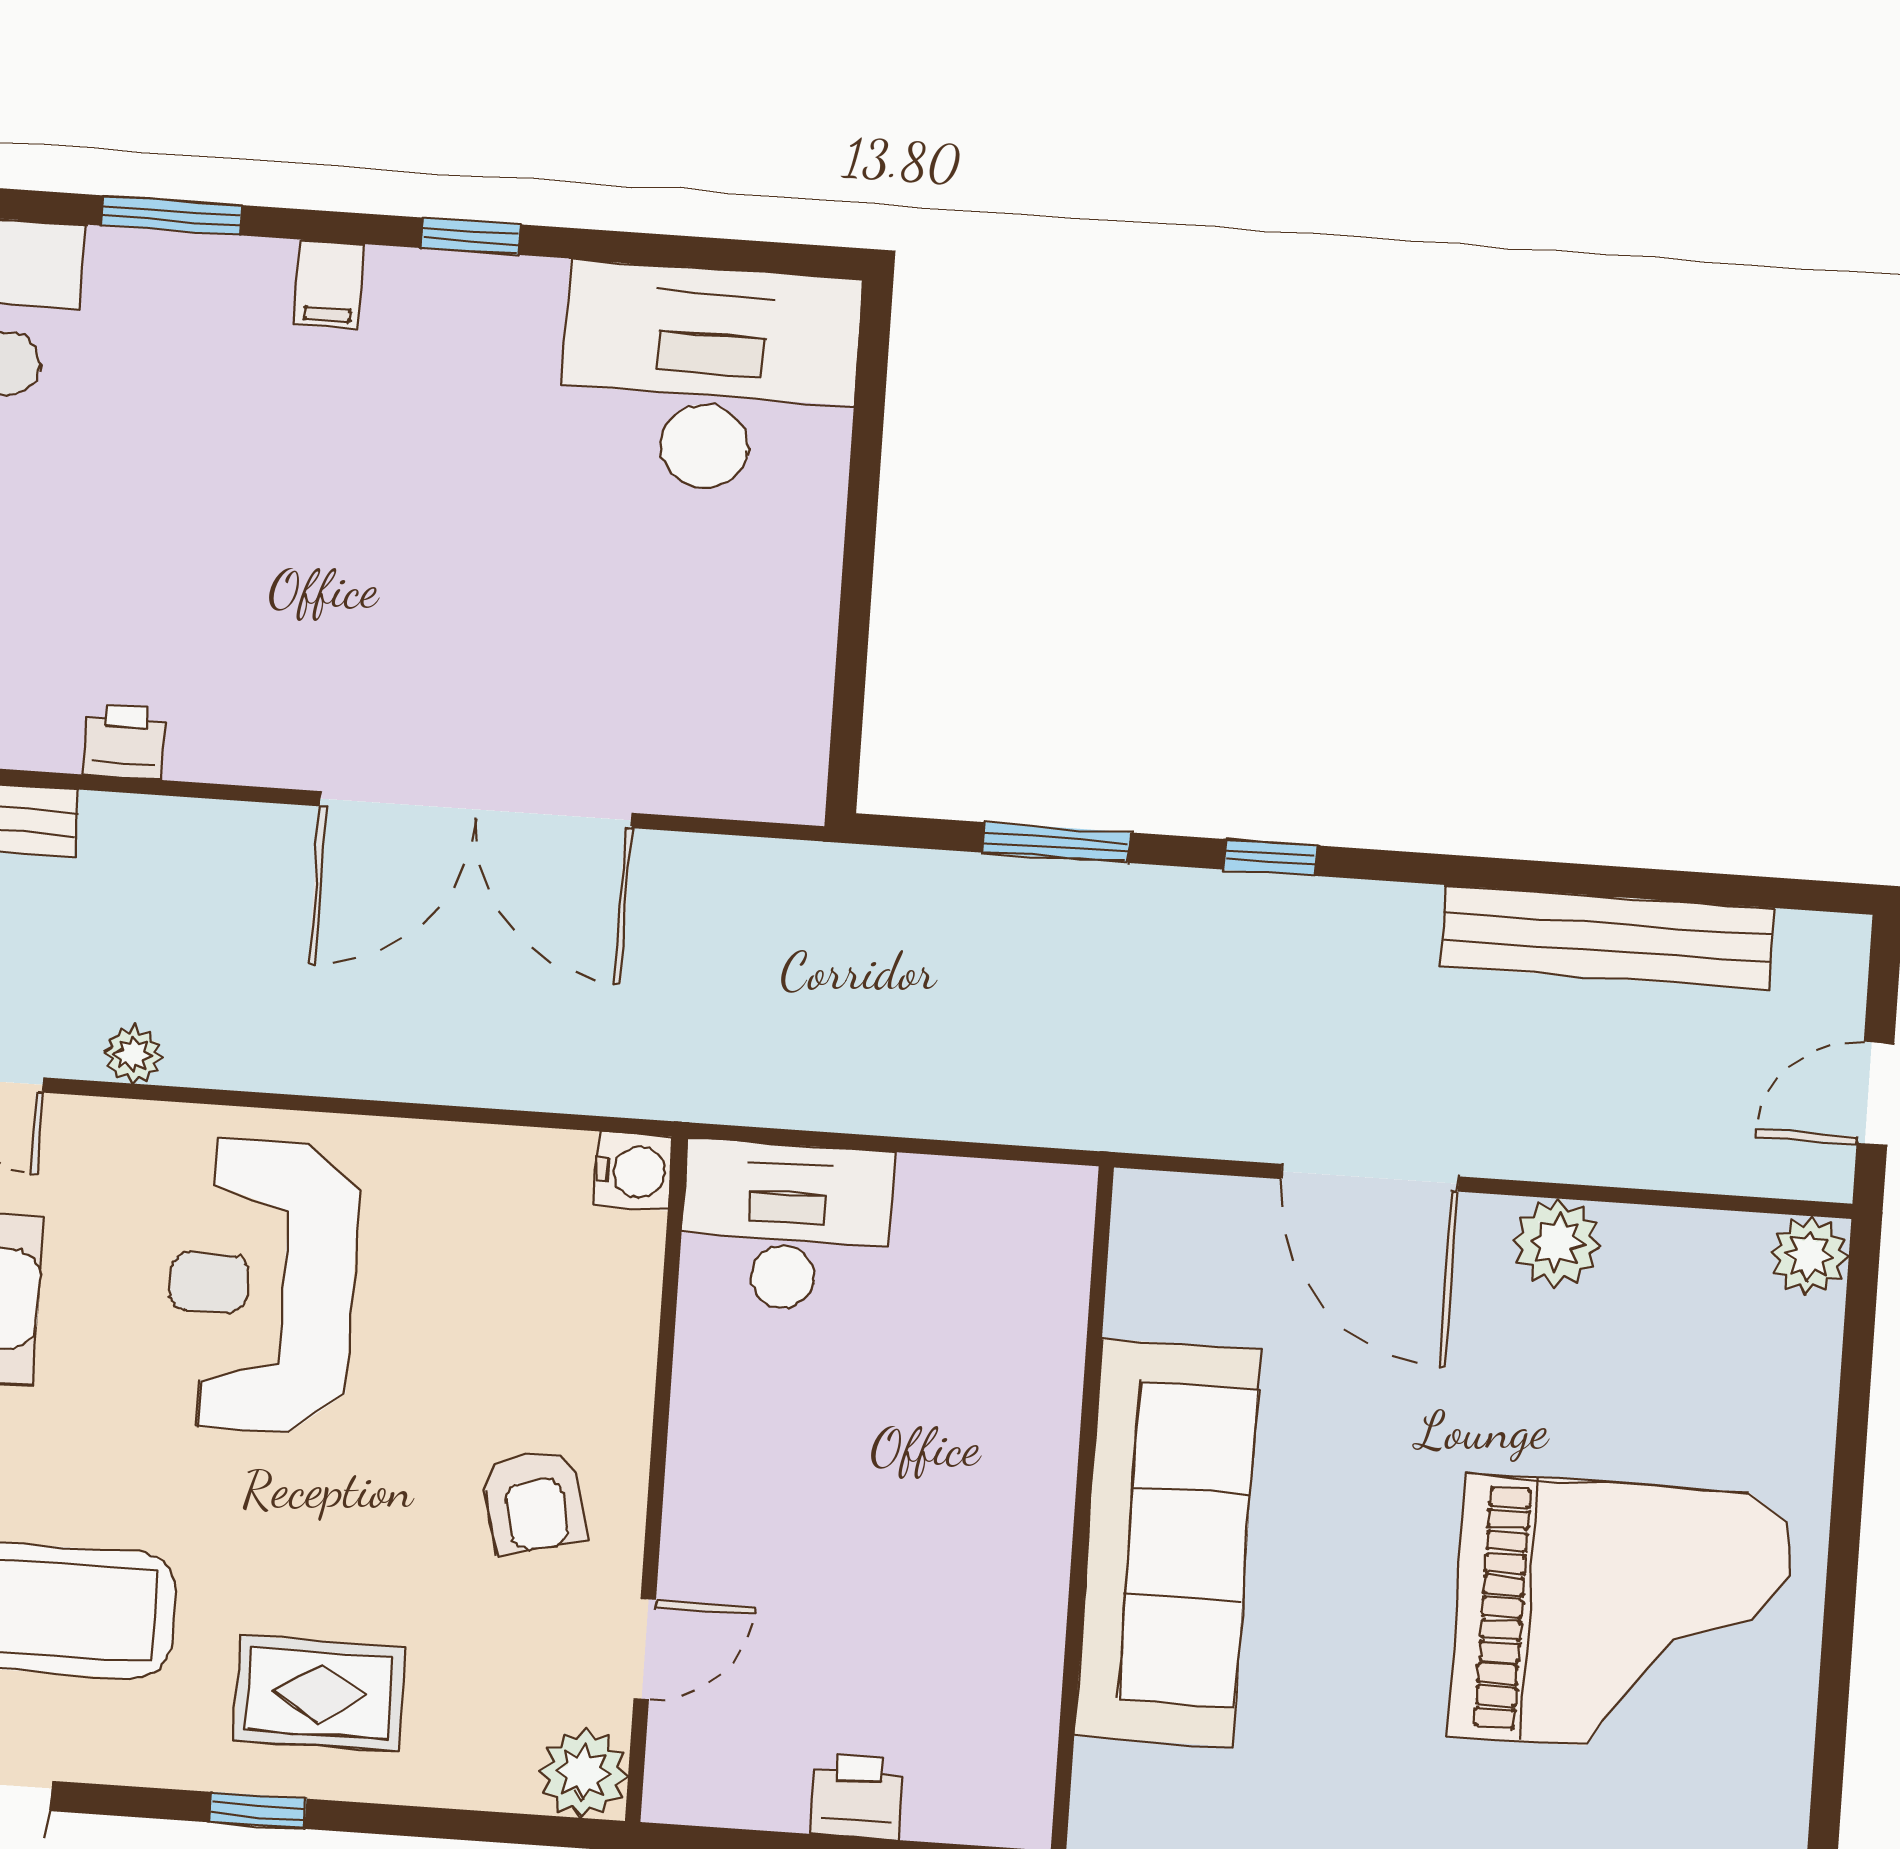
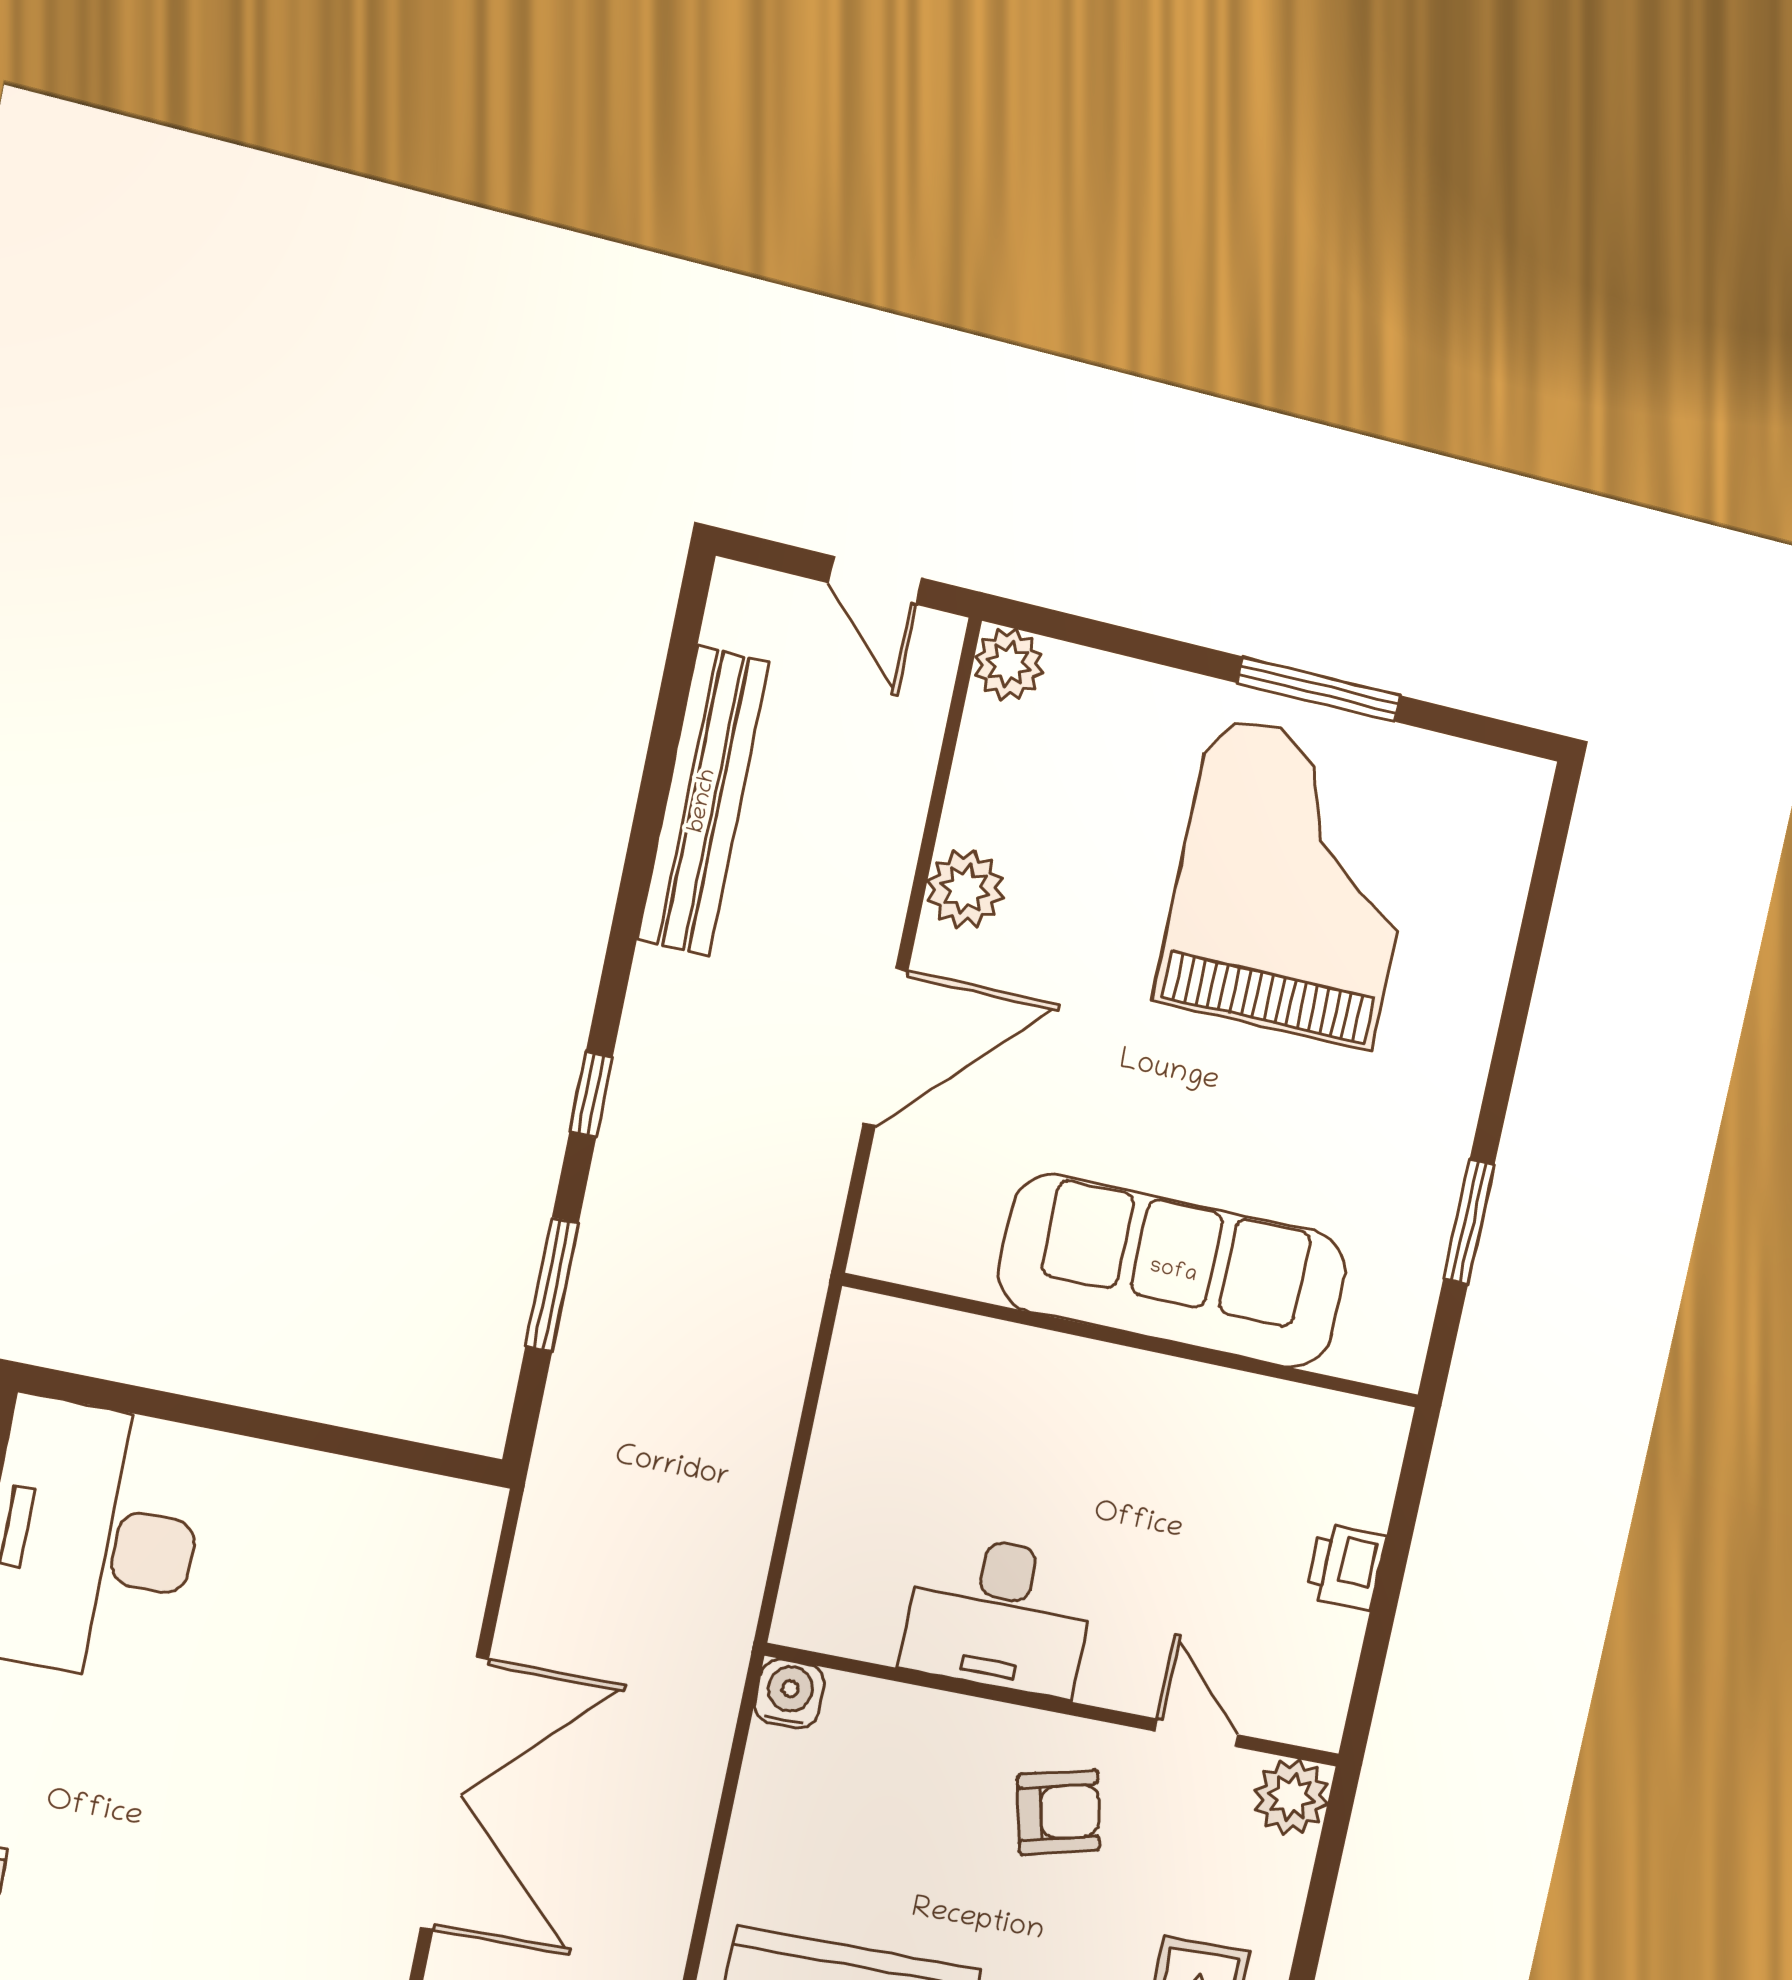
desk: (786, 1226) -> (999, 1615), moved, turned -90
window: (1839, 1613) -> (1319, 689), added

